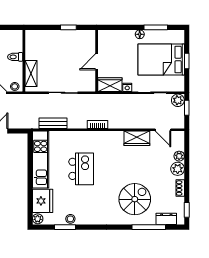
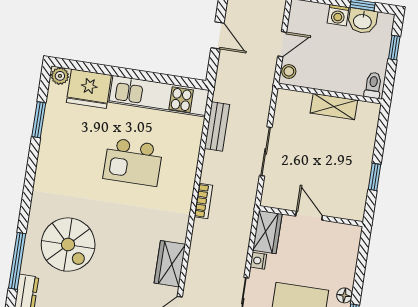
toilet: (15, 57) -> (373, 85), moved
shelving: (31, 73) -> (334, 106), moved
stool: (70, 219) -> (51, 131), removed

